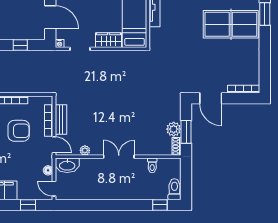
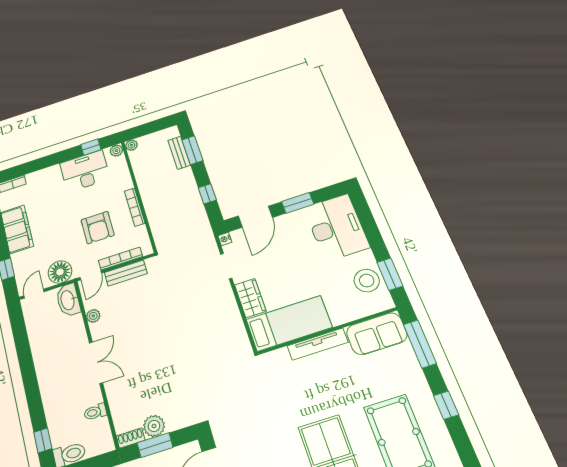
floor lamp: (48, 170) -> (60, 272), width x1.89, depth x1.89

